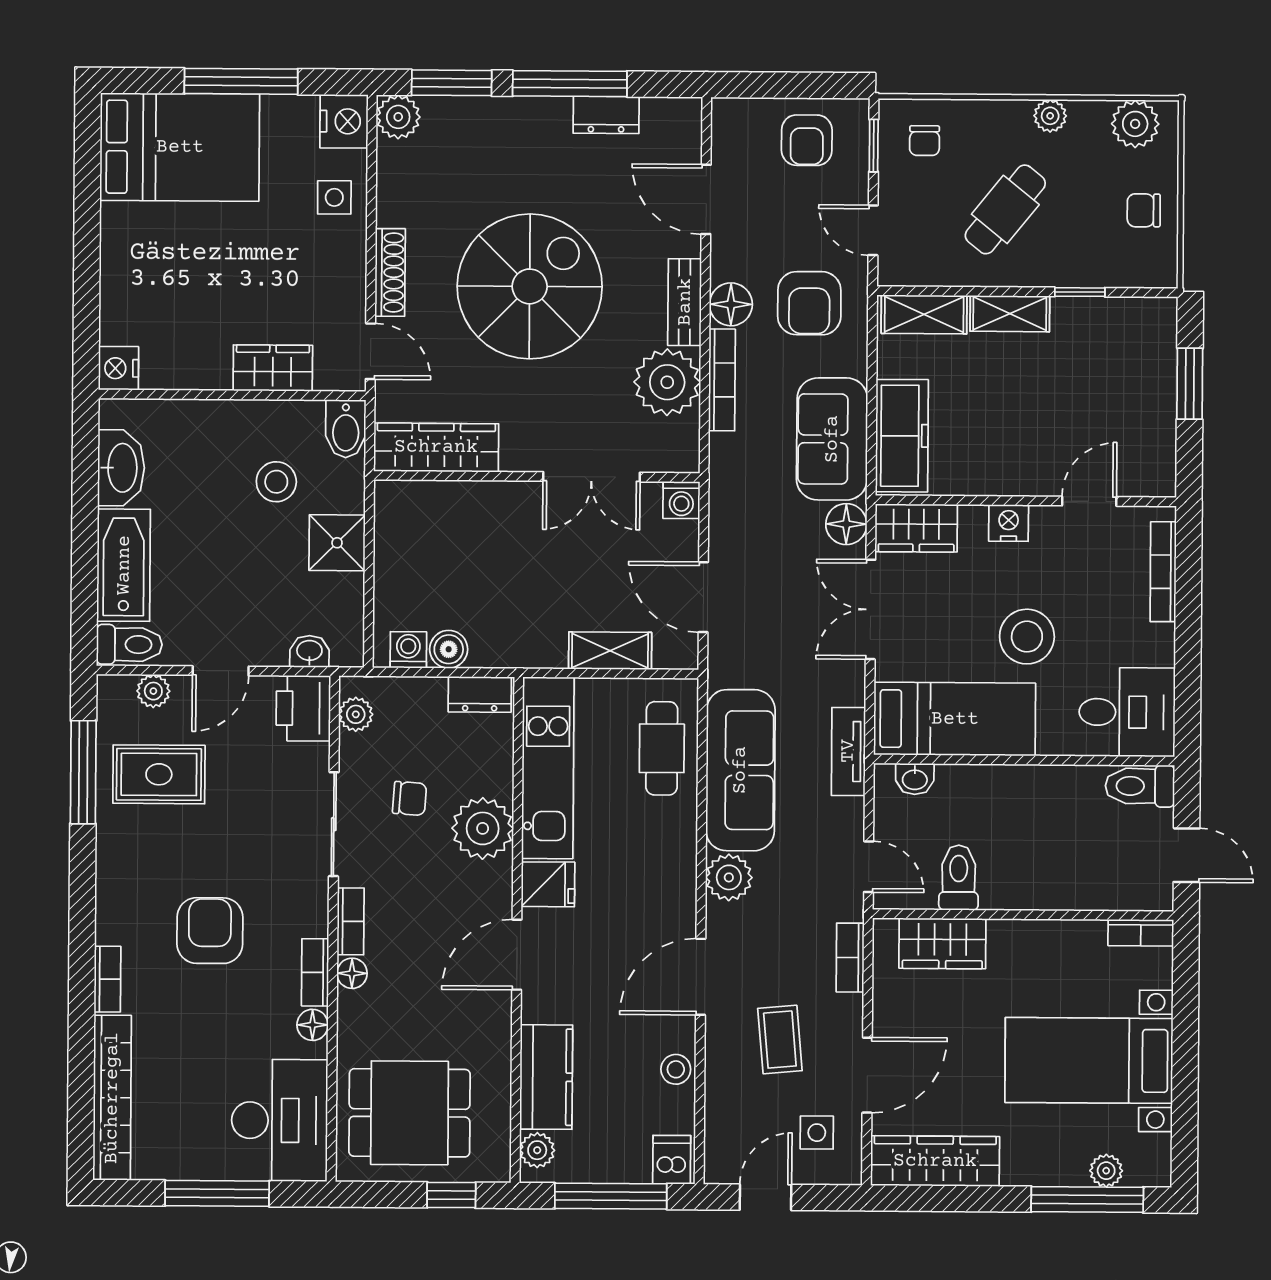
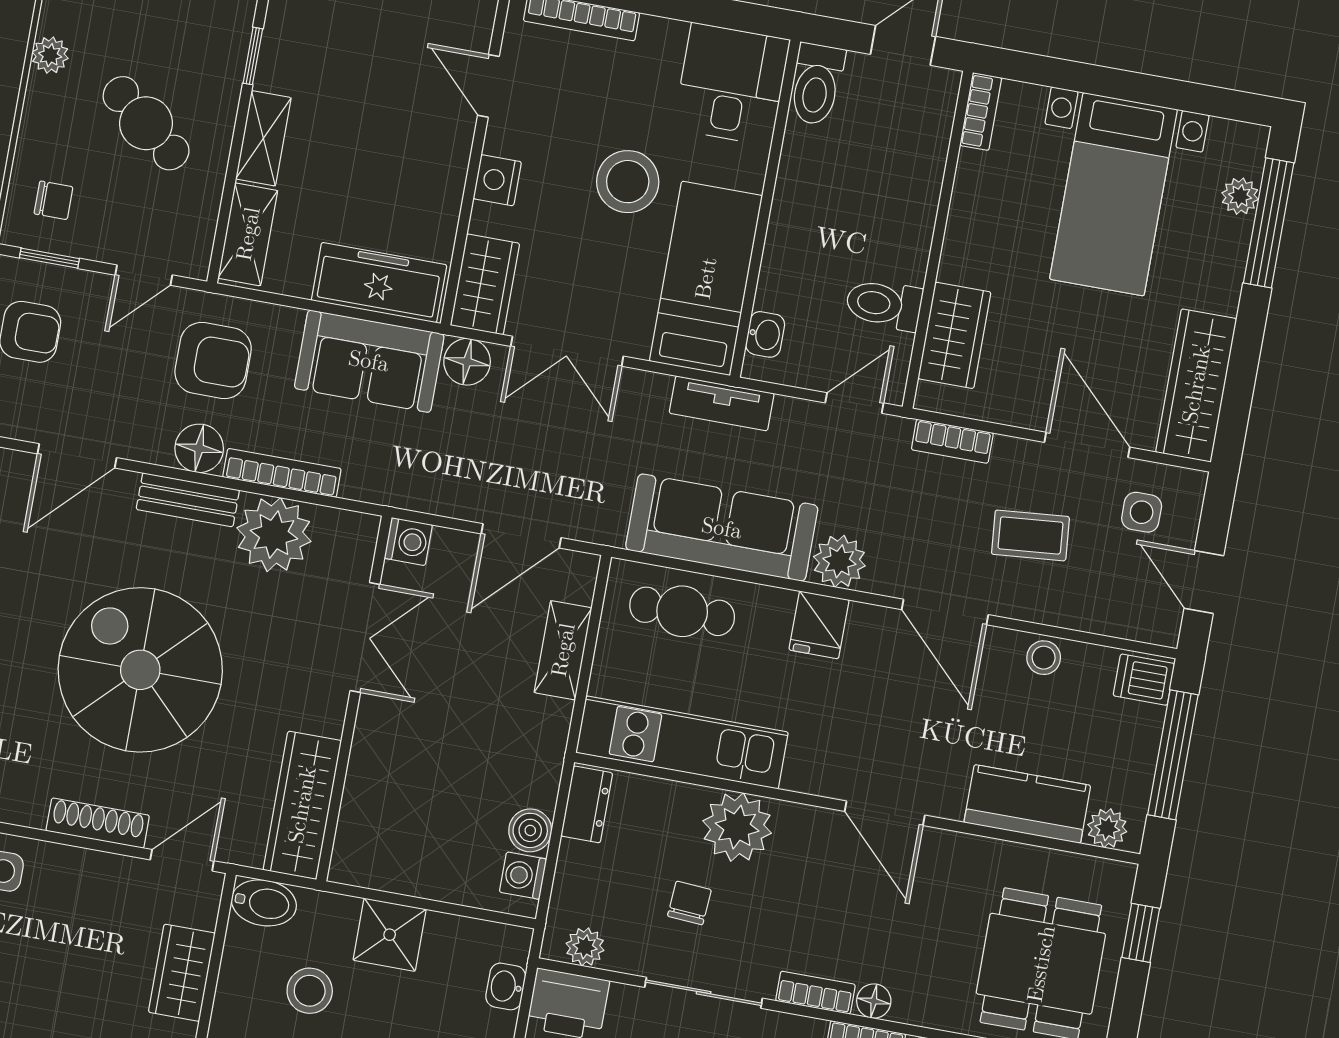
fridge: (548, 884) -> (819, 625), moved, turned 180

